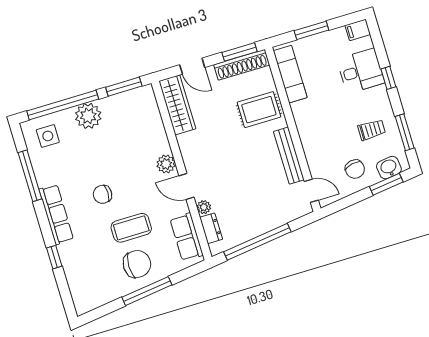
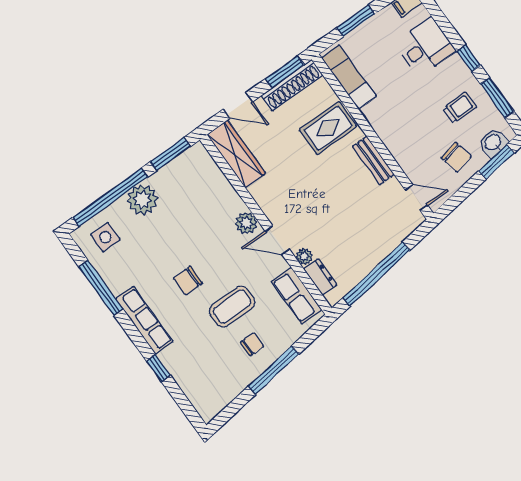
window: (388, 78) -> (469, 58), moved
bench: (289, 156) -> (373, 160), width x0.73
chair: (137, 264) -> (252, 344), width x0.54, depth x0.54

